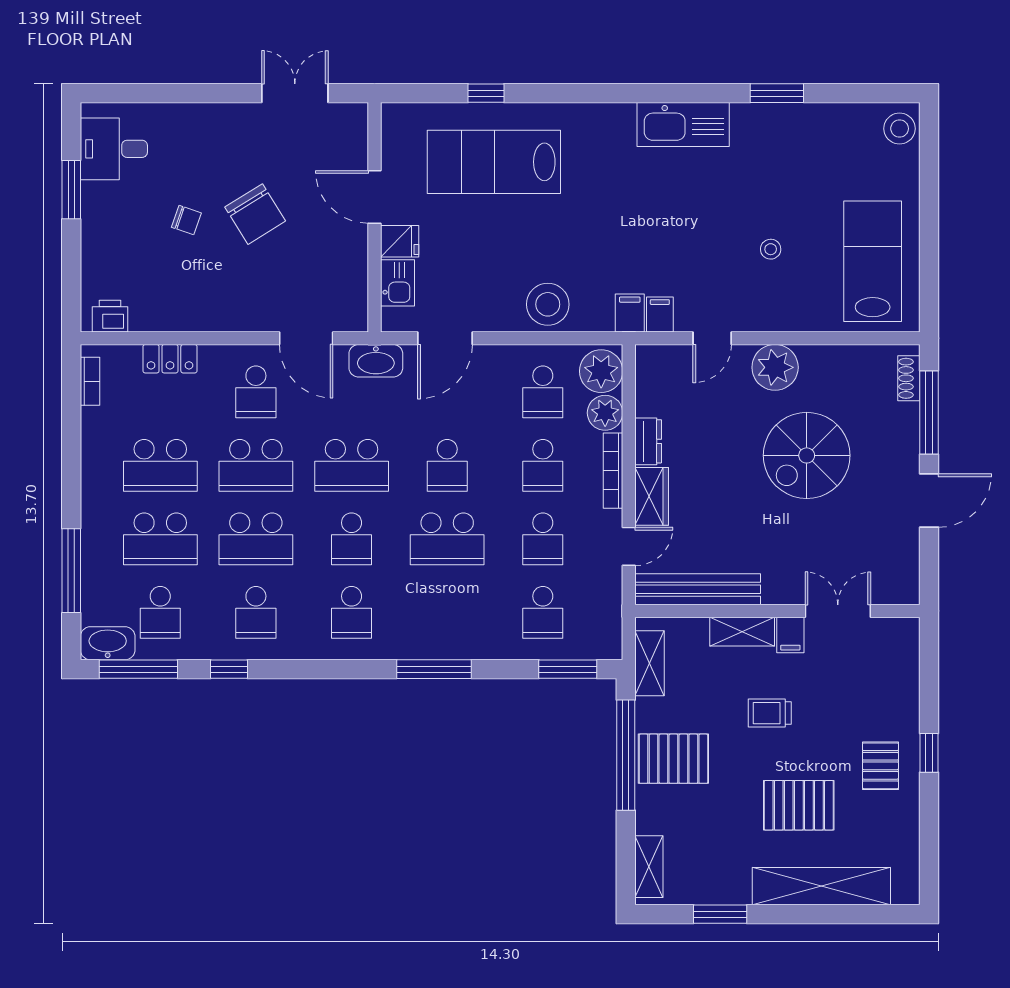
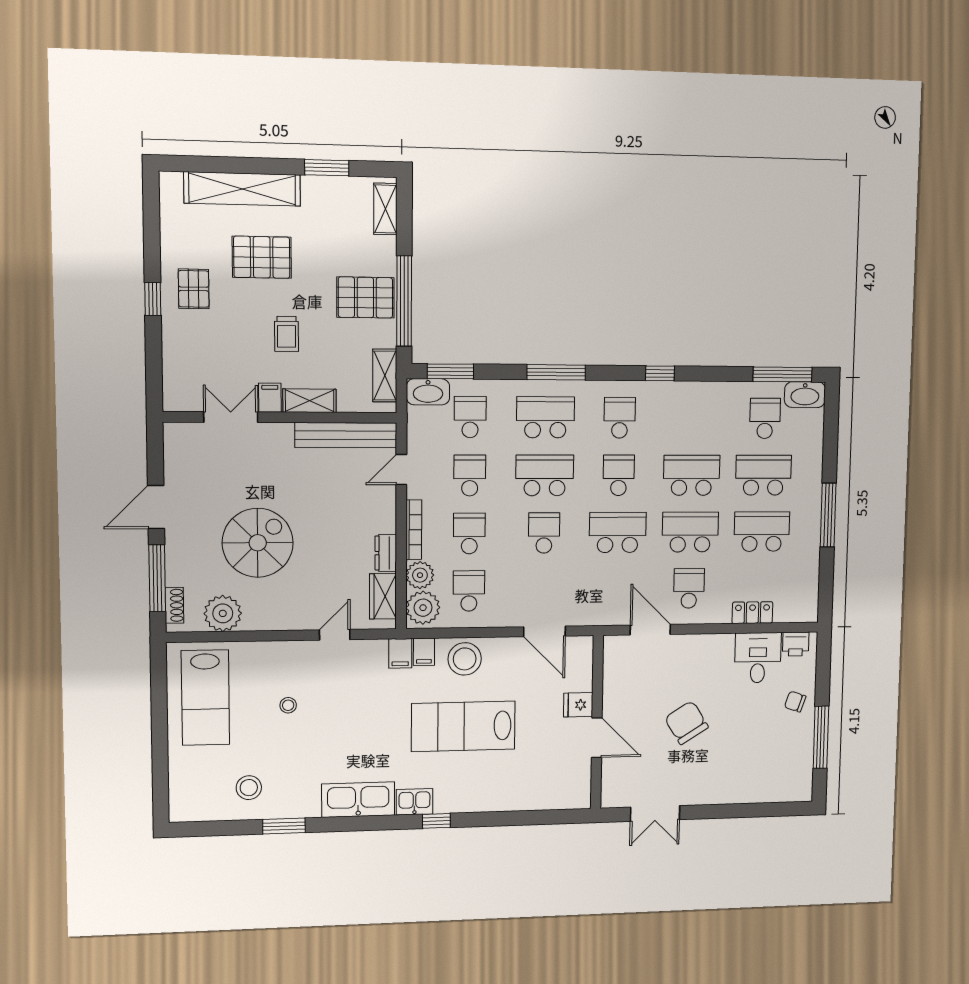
window: (486, 93) -> (436, 821), moved
stool: (900, 129) -> (249, 788), moved
desk: (114, 149) -> (758, 658), moved, turned -90
lab bench: (494, 162) -> (463, 726), moved, turned 180
window: (71, 190) -> (821, 737), width x1.44
chair: (186, 220) -> (795, 702), moved
kitchen sink: (398, 283) -> (414, 802), moved, turned 90
filing cabinet: (660, 314) -> (424, 652), moved
door: (445, 338) -> (544, 631), swing flipped
washbasin: (376, 361) -> (428, 392), moved, turned 180
plant: (775, 367) -> (223, 613), moved
bookcase: (90, 381) -> (812, 595), removed
wardrobe: (652, 496) -> (383, 596), moved
window: (71, 571) -> (828, 515), moved
double door: (838, 611) -> (231, 417), swing flipped
school desk: (256, 612) -> (545, 417), moved, width x1.85
window: (229, 669) -> (660, 373), moved
trolley: (770, 713) -> (287, 334), turned 90

